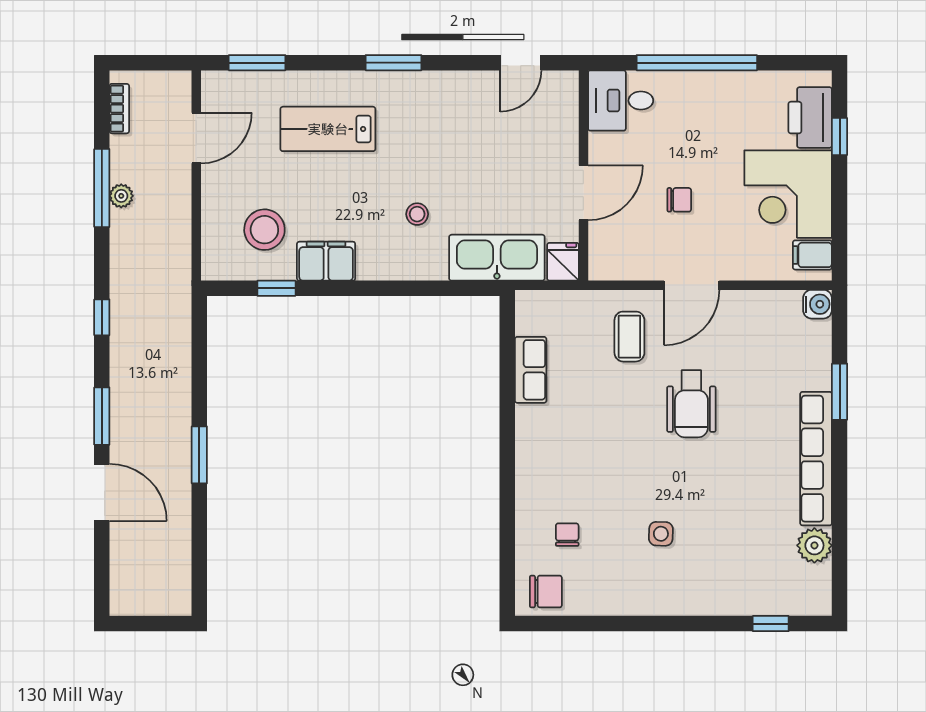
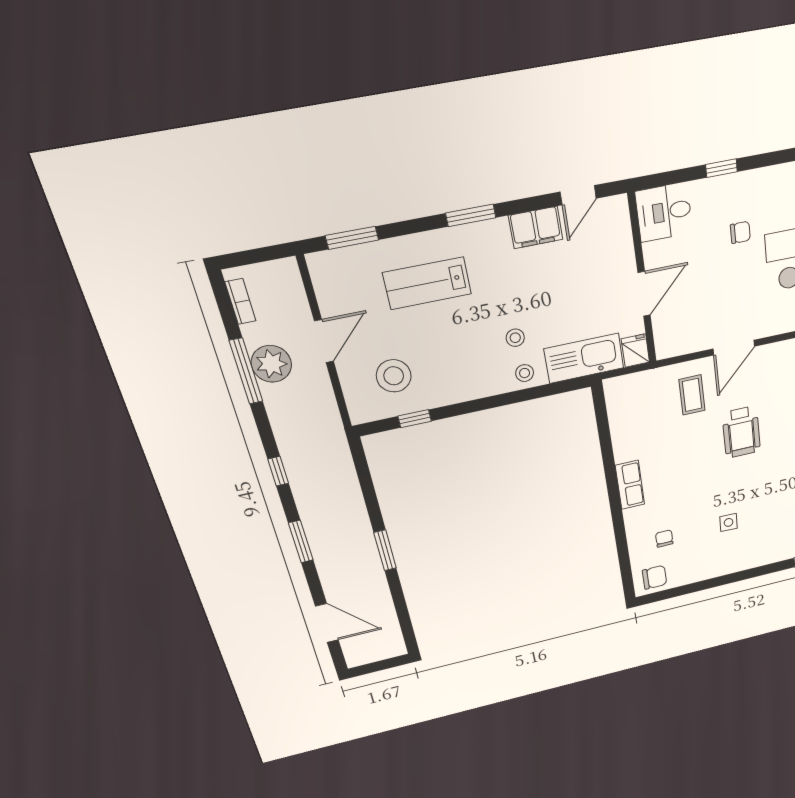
window: (697, 63) -> (721, 168), width x0.32
door: (196, 138) -> (324, 341), moved
plant: (121, 196) -> (271, 364), width x1.88, depth x1.88
chair: (679, 200) -> (740, 232), moved
stool: (420, 260) -> (525, 373), added
filing cabinet: (326, 261) -> (536, 227), moved, turned 180
row of seats: (531, 370) -> (630, 485), moved
door: (102, 492) -> (327, 623), moved

